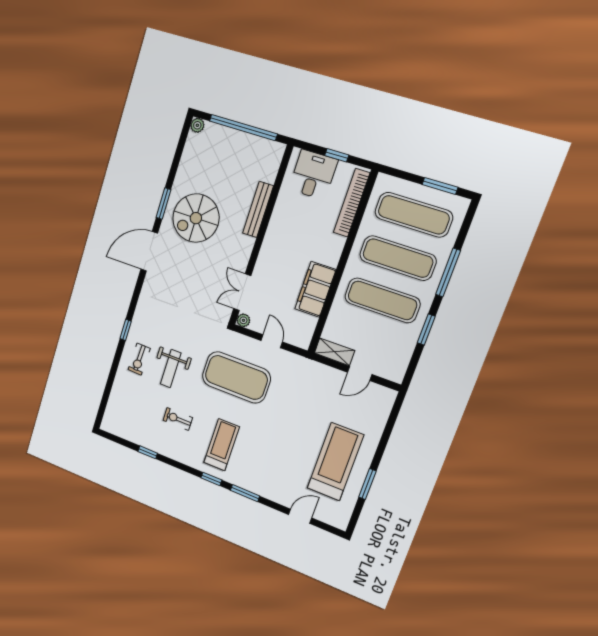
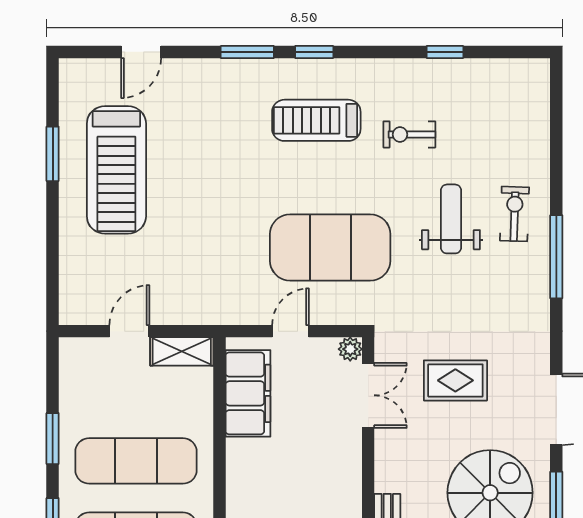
rug: (195, 284) -> (455, 380), added
filing cabinet: (315, 289) -> (248, 393), moved
window: (126, 330) -> (556, 257), width x2.17
door: (272, 341) -> (290, 331), swing flipped
exercise bike: (178, 419) -> (409, 134), turned 180
treadmill: (222, 445) -> (316, 120), turned 90

